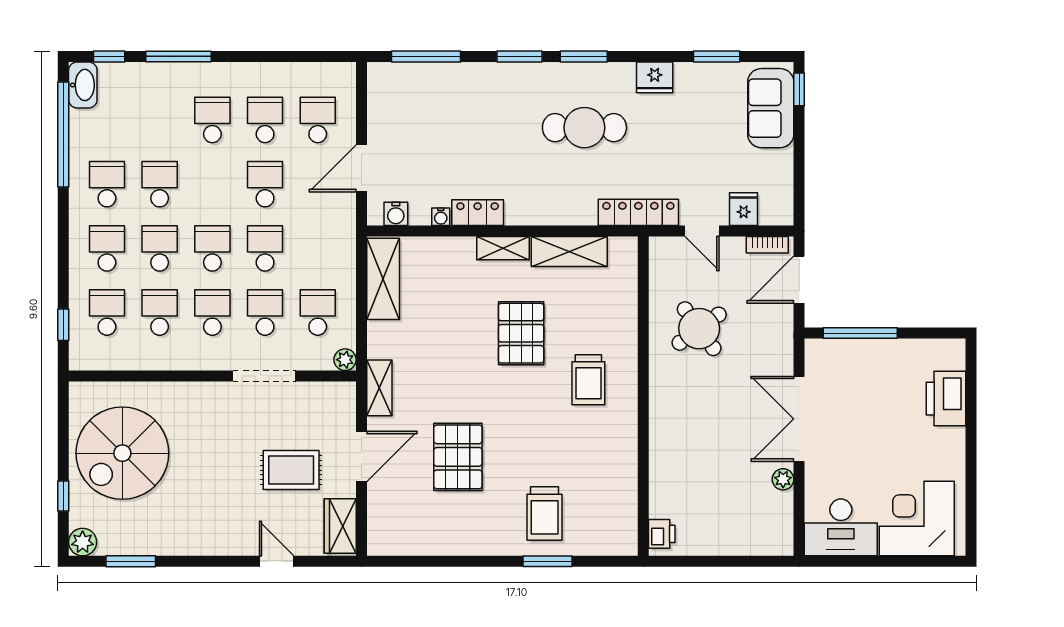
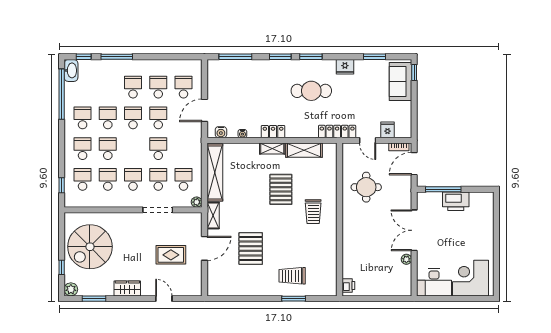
locker: (478, 213) -> (273, 132), moved
school desk: (212, 248) -> (133, 118), moved
shelving: (383, 279) -> (215, 172), width x1.47
round table: (699, 329) -> (366, 187), turned 36
printer: (946, 399) -> (456, 201), moved, turned -90
trolley: (545, 514) -> (292, 276), turned 90
wardrobe: (340, 526) -> (127, 288), moved, turned 90

